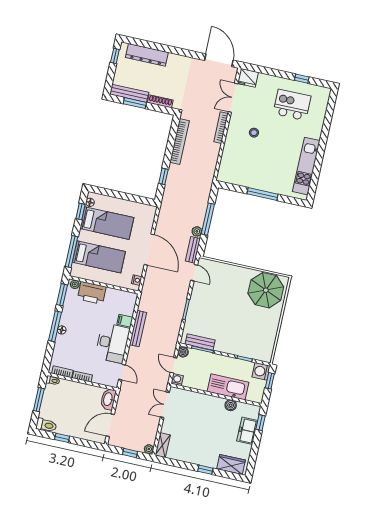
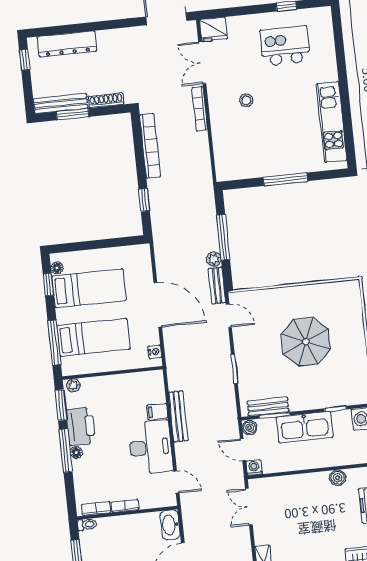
parasol: (266, 290) -> (306, 342), moved
printer: (92, 293) -> (81, 426), moved, turned -90
kitchen sink: (228, 387) -> (305, 427), moved, turned 180

